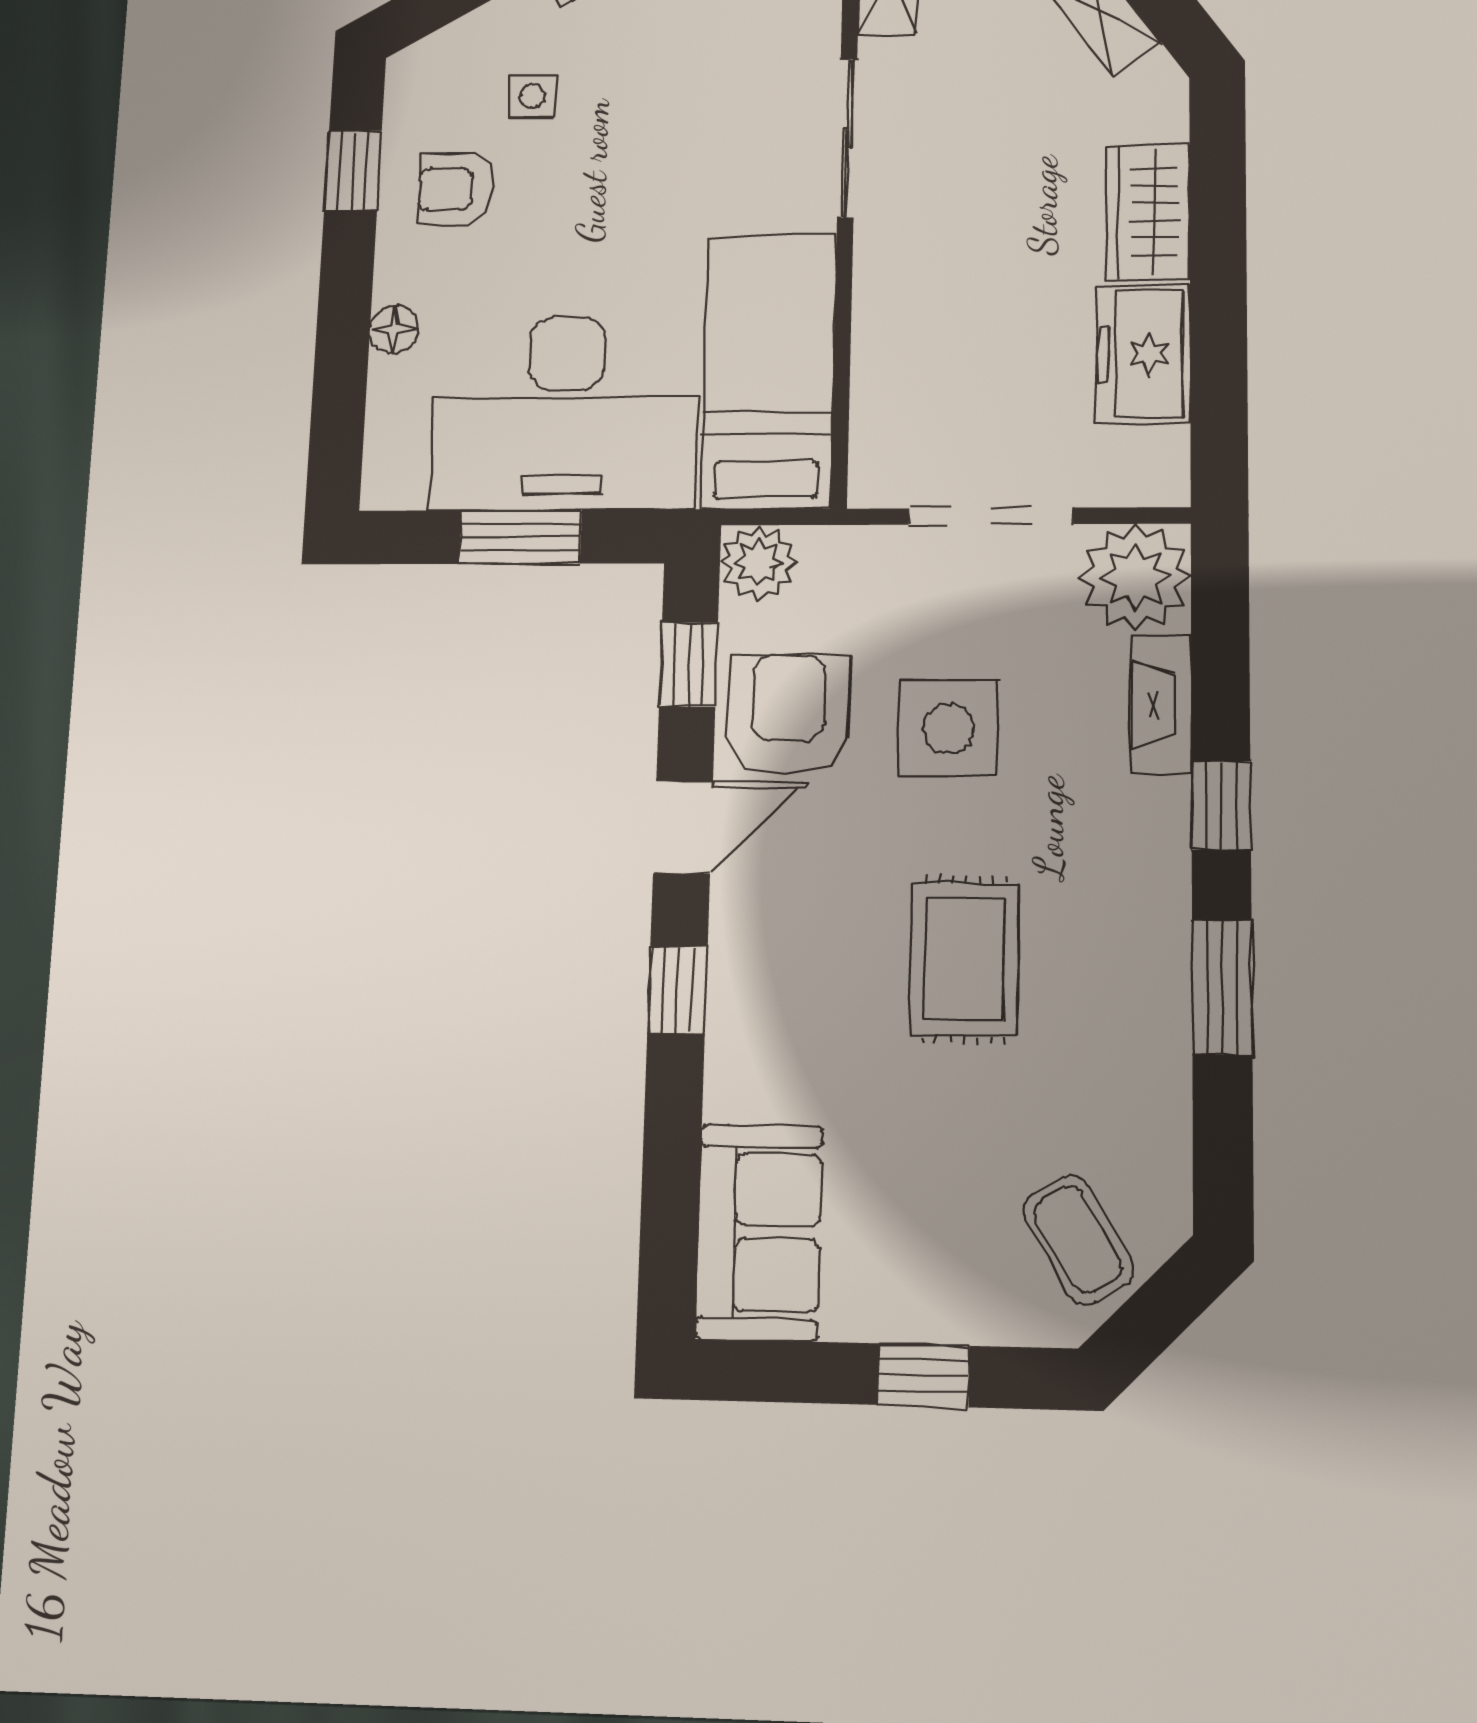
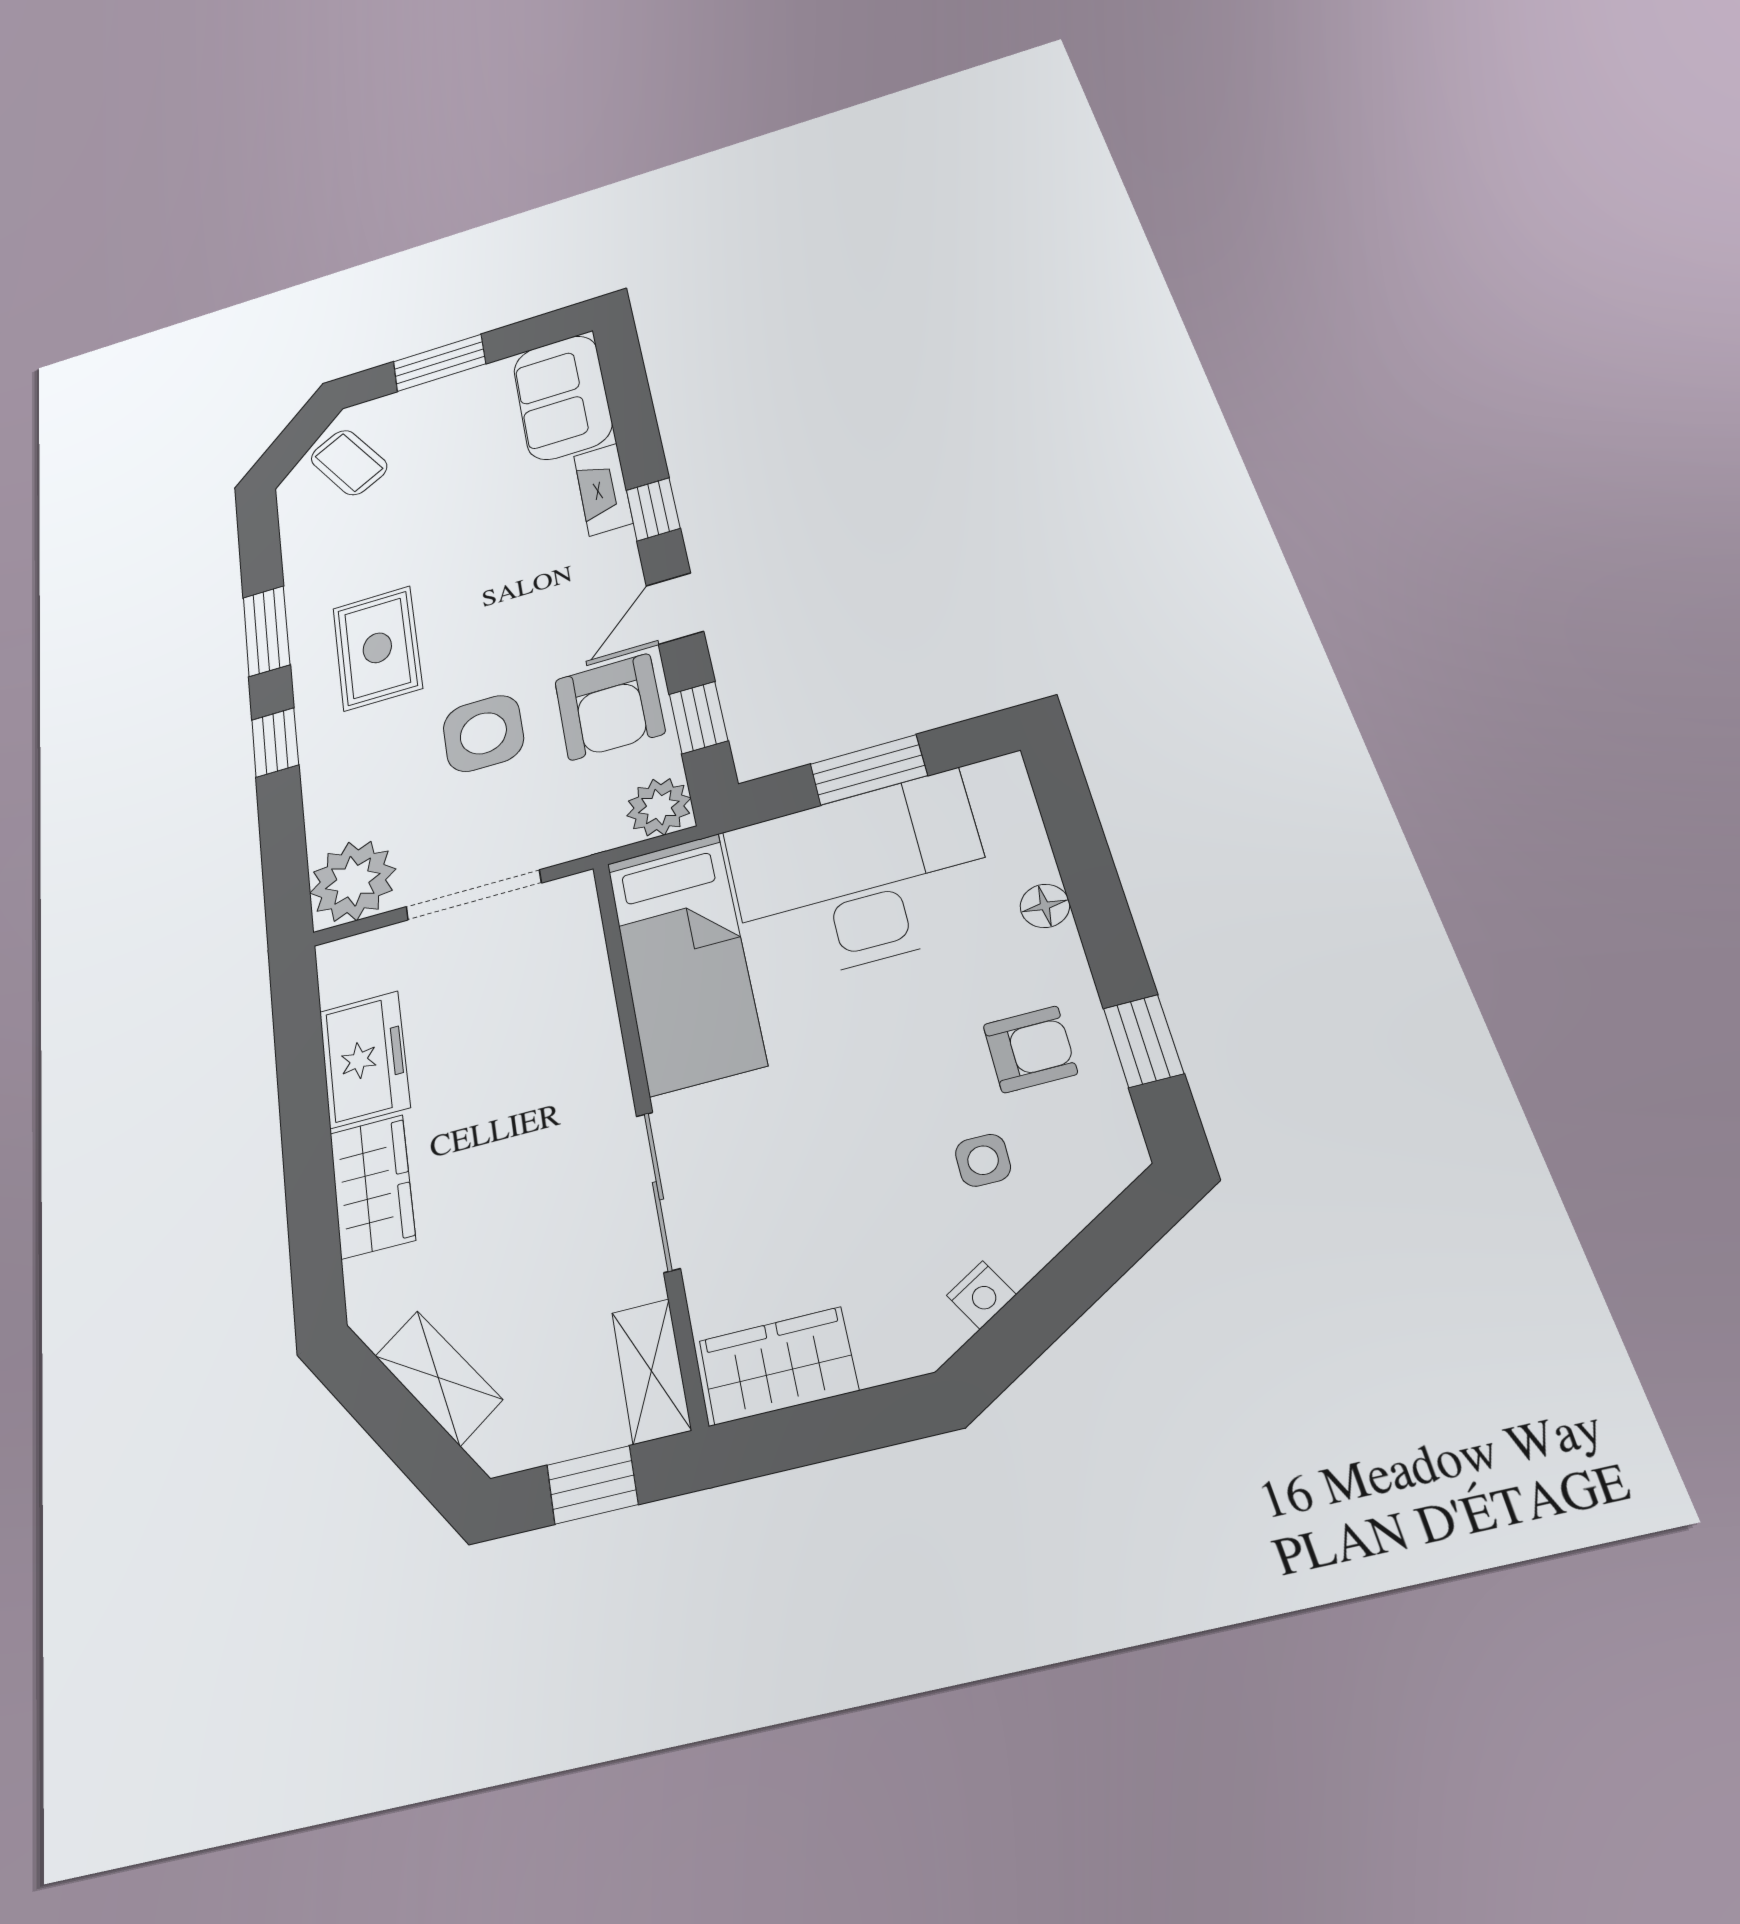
fireplace: (1161, 704) -> (603, 489), moved, turned 180
rug: (965, 959) -> (377, 648), moved
window: (923, 1375) -> (439, 363), width x1.50

